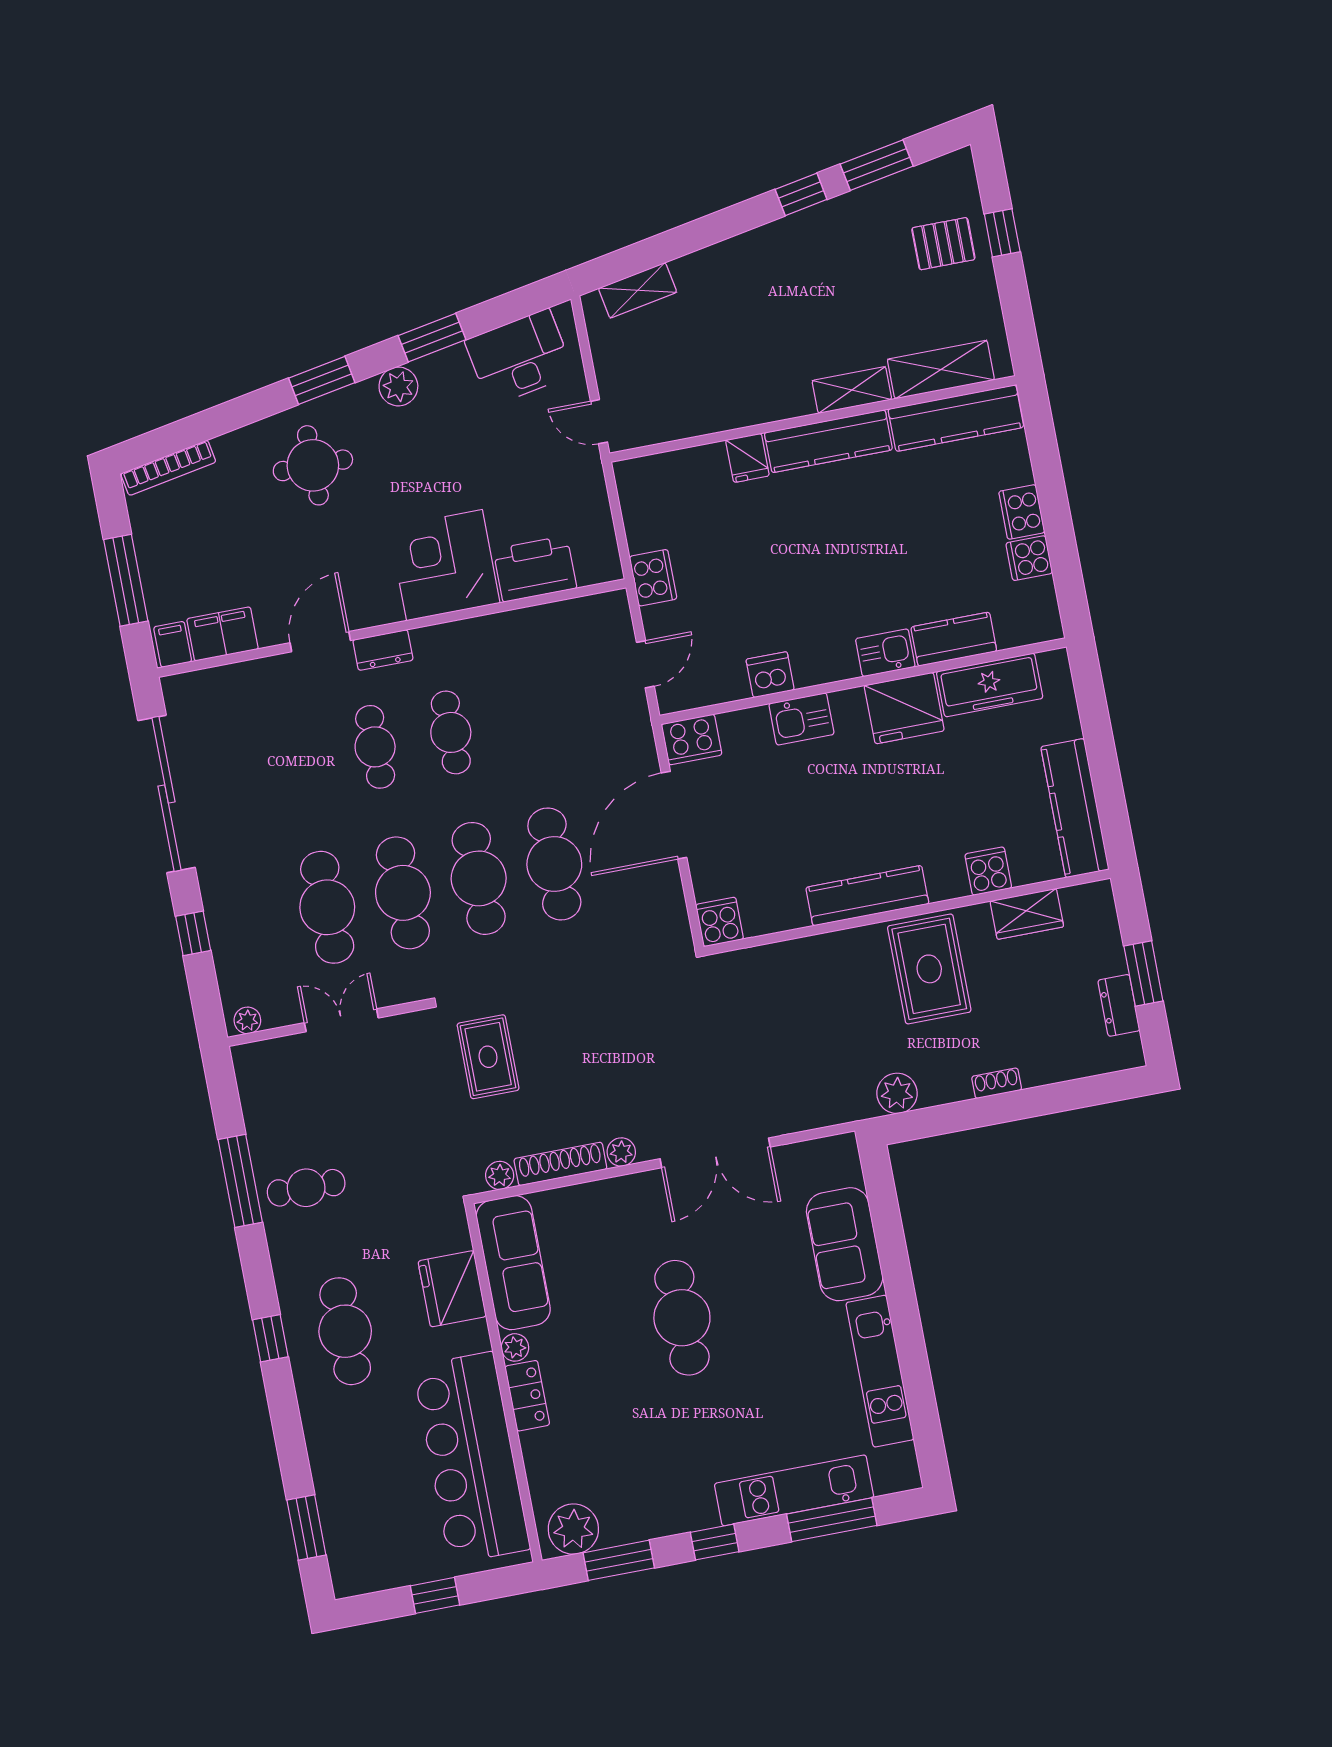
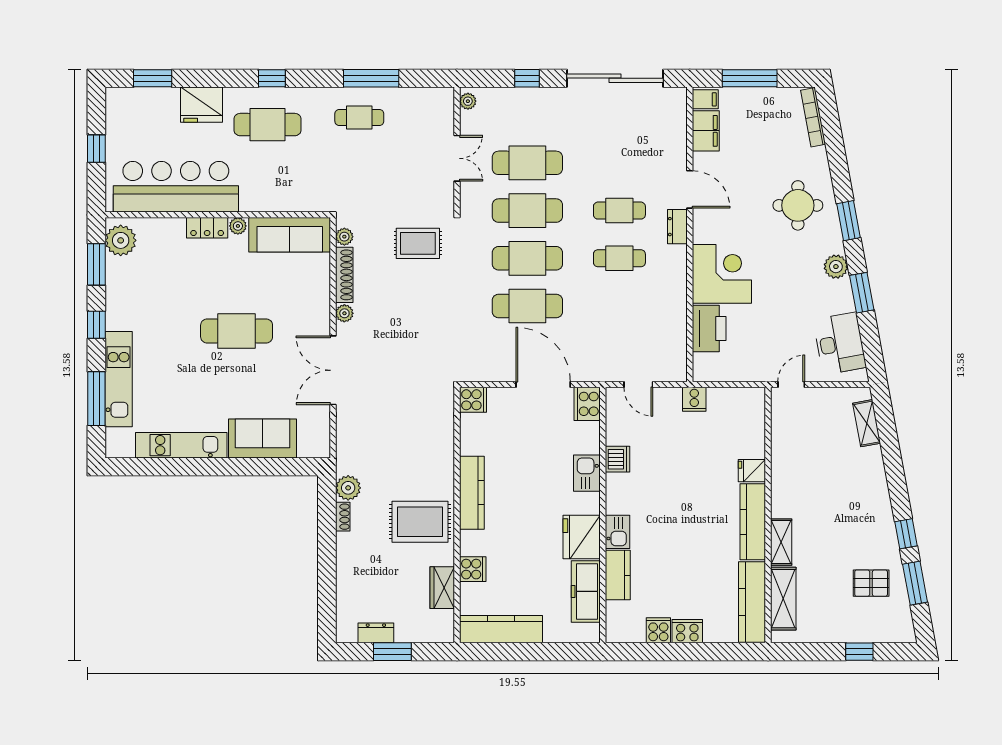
pallet: (943, 244) -> (871, 583), moved, turned 90
cooker: (653, 578) -> (694, 399), width x0.73
shoe rack: (997, 1083) -> (343, 517), moved
cafe table: (306, 1188) -> (359, 117), turned 90
fridge: (452, 1289) -> (201, 105), moved, turned 180

